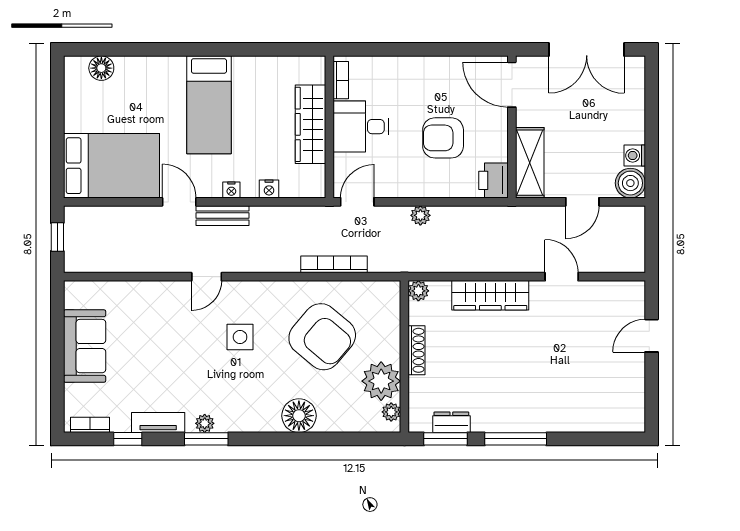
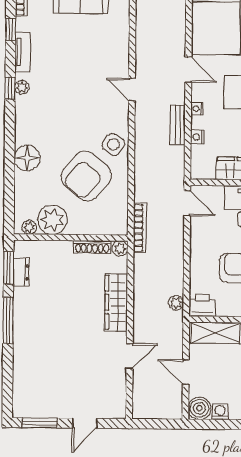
door: (179, 202) -> (188, 70), hinge flipped
plant: (420, 215) -> (176, 303), moved
bench: (222, 216) -> (178, 125), moved
bookcase: (334, 264) -> (140, 228), moved
door: (652, 336) -> (85, 423), swing flipped
side table: (240, 337) -> (113, 144), moved, turned 36
shoe rack: (417, 350) -> (92, 247), moved
window: (652, 396) -> (39, 423), added
window: (206, 439) -> (10, 88), width x0.67

